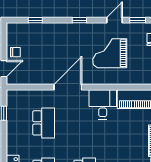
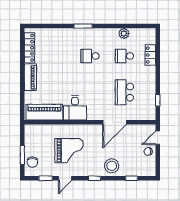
stool: (59, 35) -> (112, 166), added
door: (68, 87) -> (115, 122), moved

